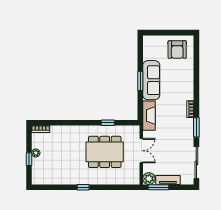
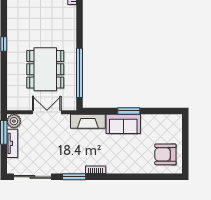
sofa: (151, 80) -> (123, 124), width x0.73
window: (108, 123) -> (80, 73), width x3.17
double door: (141, 151) -> (47, 112), swing flipped

